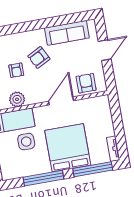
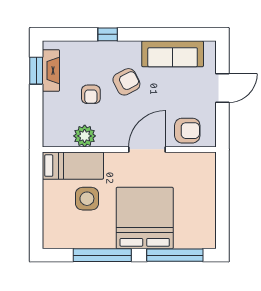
window: (20, 28) -> (108, 34), added
armchair: (39, 57) -> (126, 82), turned 180
armchair: (86, 83) -> (187, 131), turned 90
tv unit: (113, 149) -> (209, 231), removed

